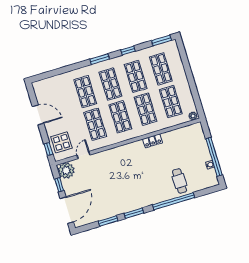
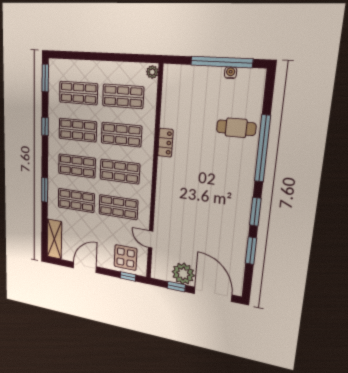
window: (100, 59) -> (45, 190), moved
shelving: (48, 84) -> (54, 239), added
plant: (66, 171) -> (183, 274), moved

